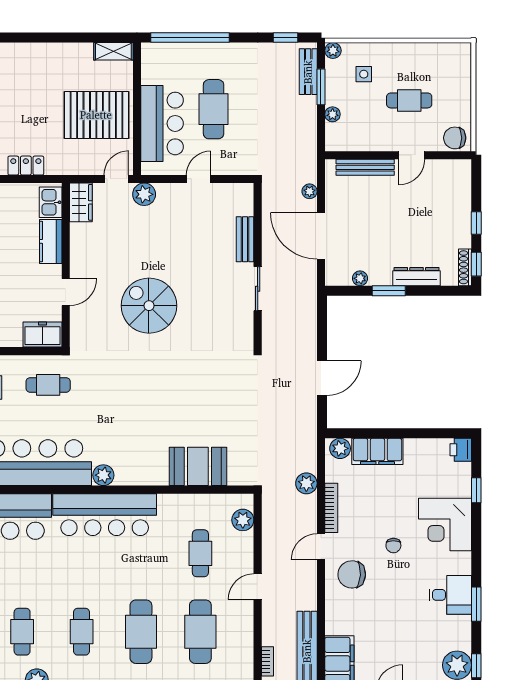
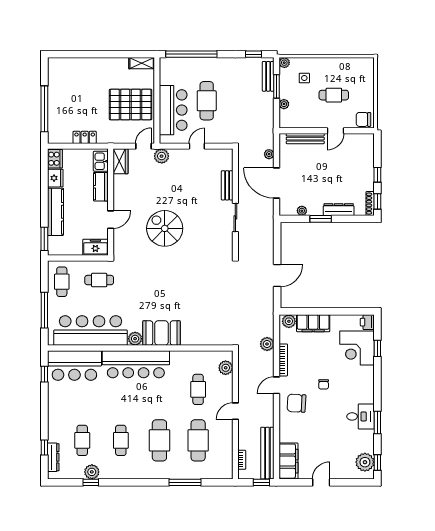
booth: (198, 466) -> (161, 333), moved
corner desk: (445, 524) -> (357, 348), moved

